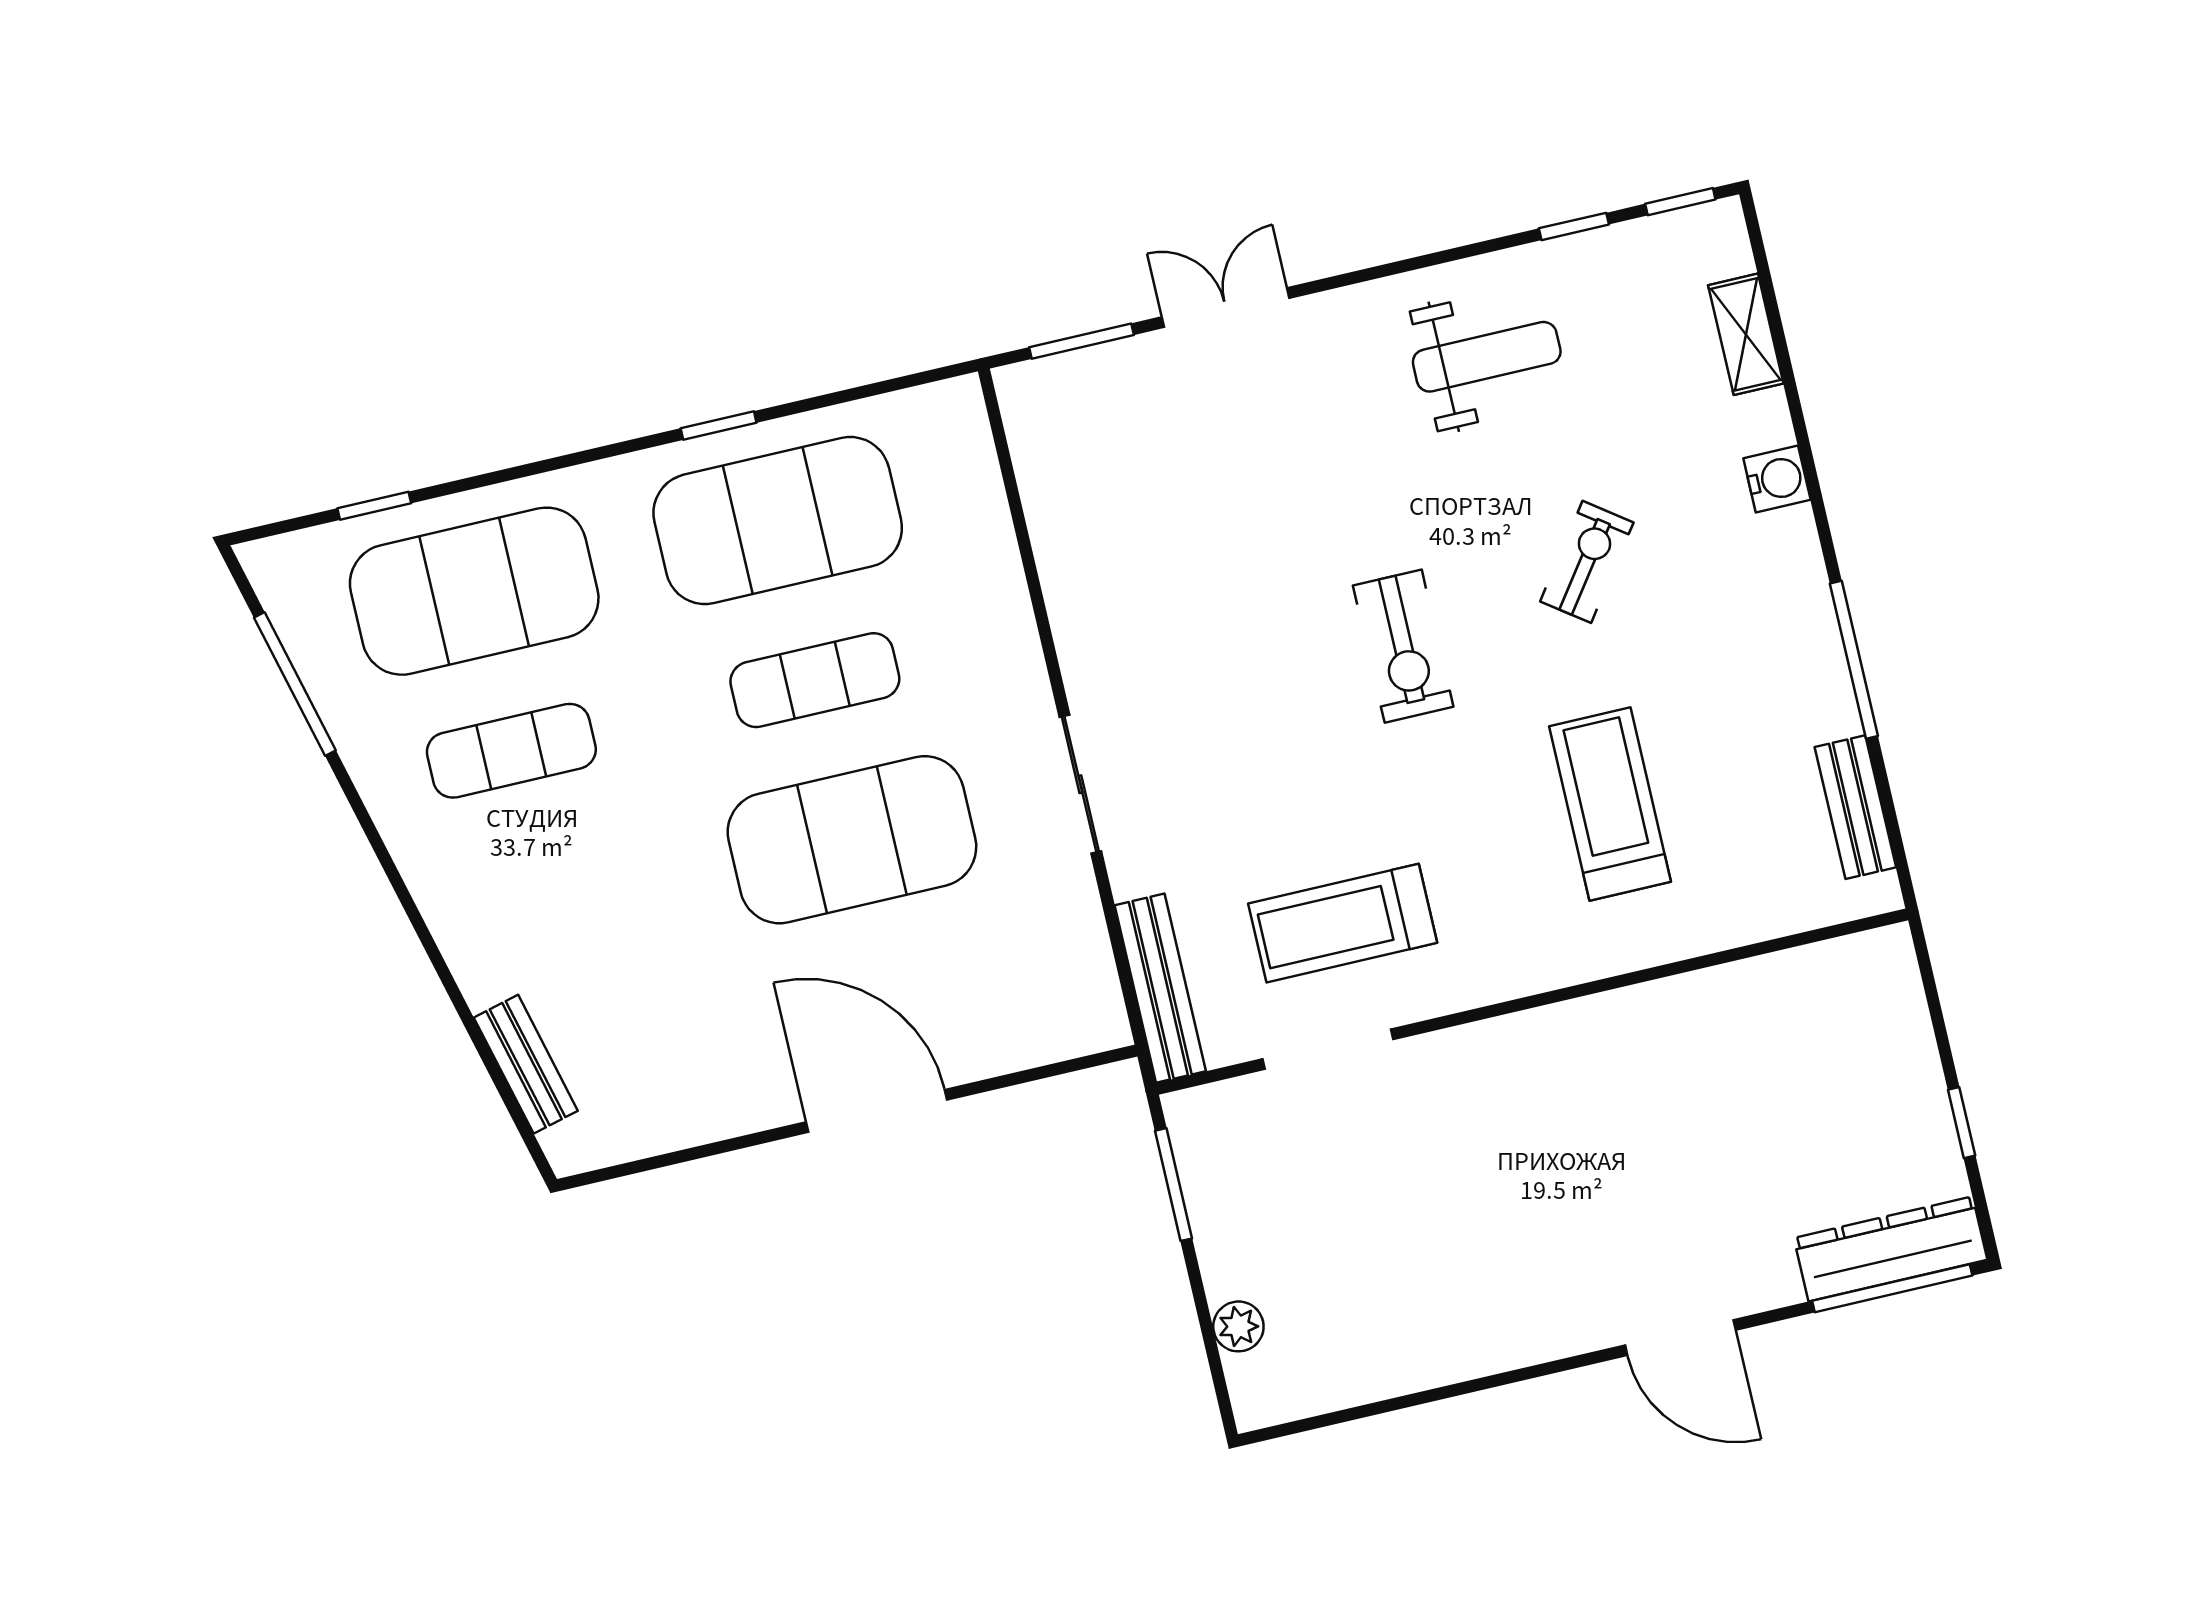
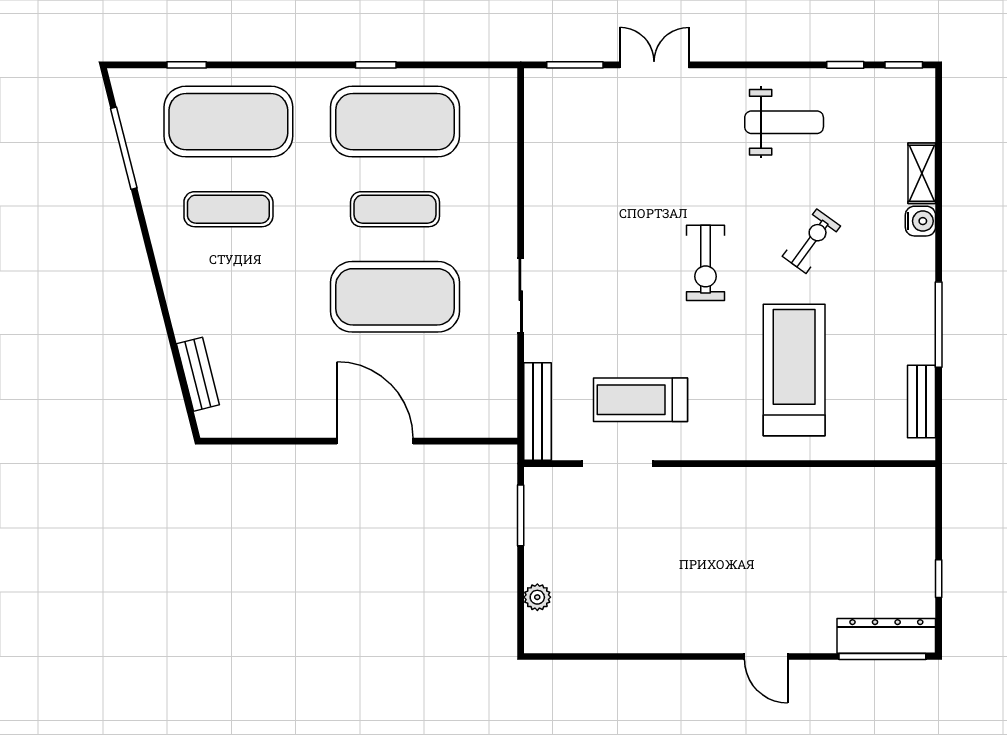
shelving: (1746, 334) -> (922, 173), moved
treadmill: (1610, 804) -> (794, 370), width x1.37, depth x1.38
door: (1680, 1338) -> (766, 656), width x0.73

